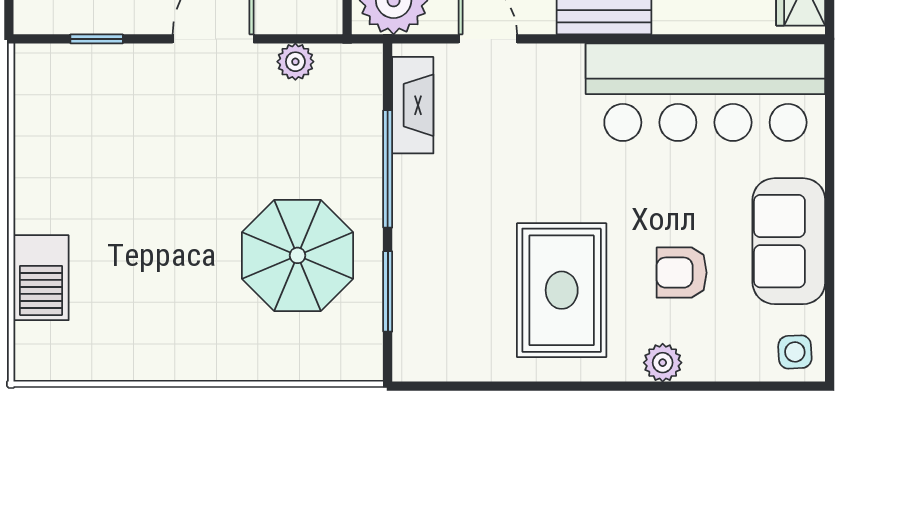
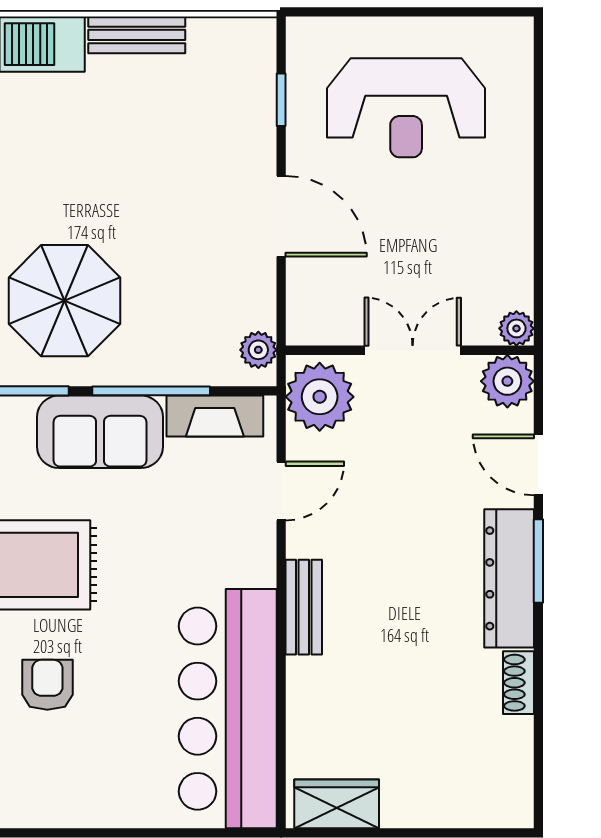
plant: (295, 62) -> (258, 350), moved
bench: (32, 183) -> (137, 35), added
sofa: (789, 241) -> (100, 432), moved, turned 180

